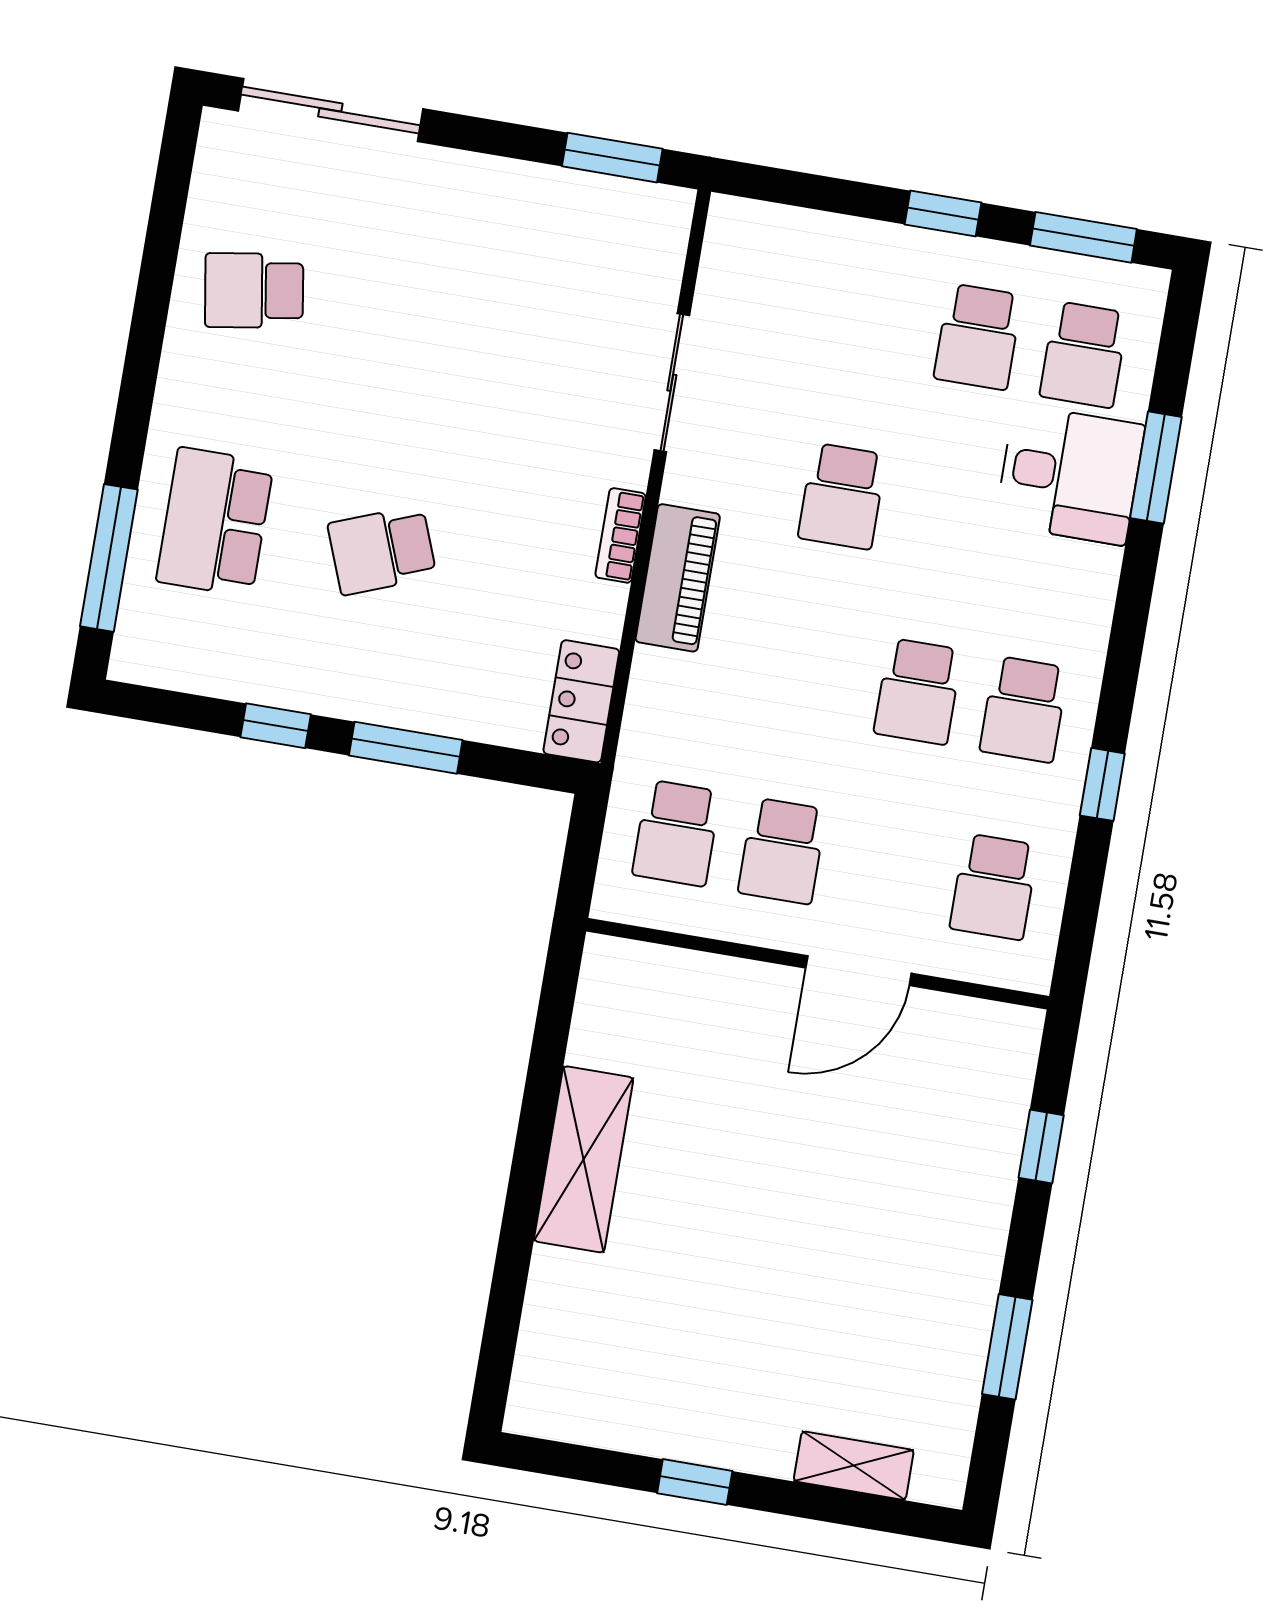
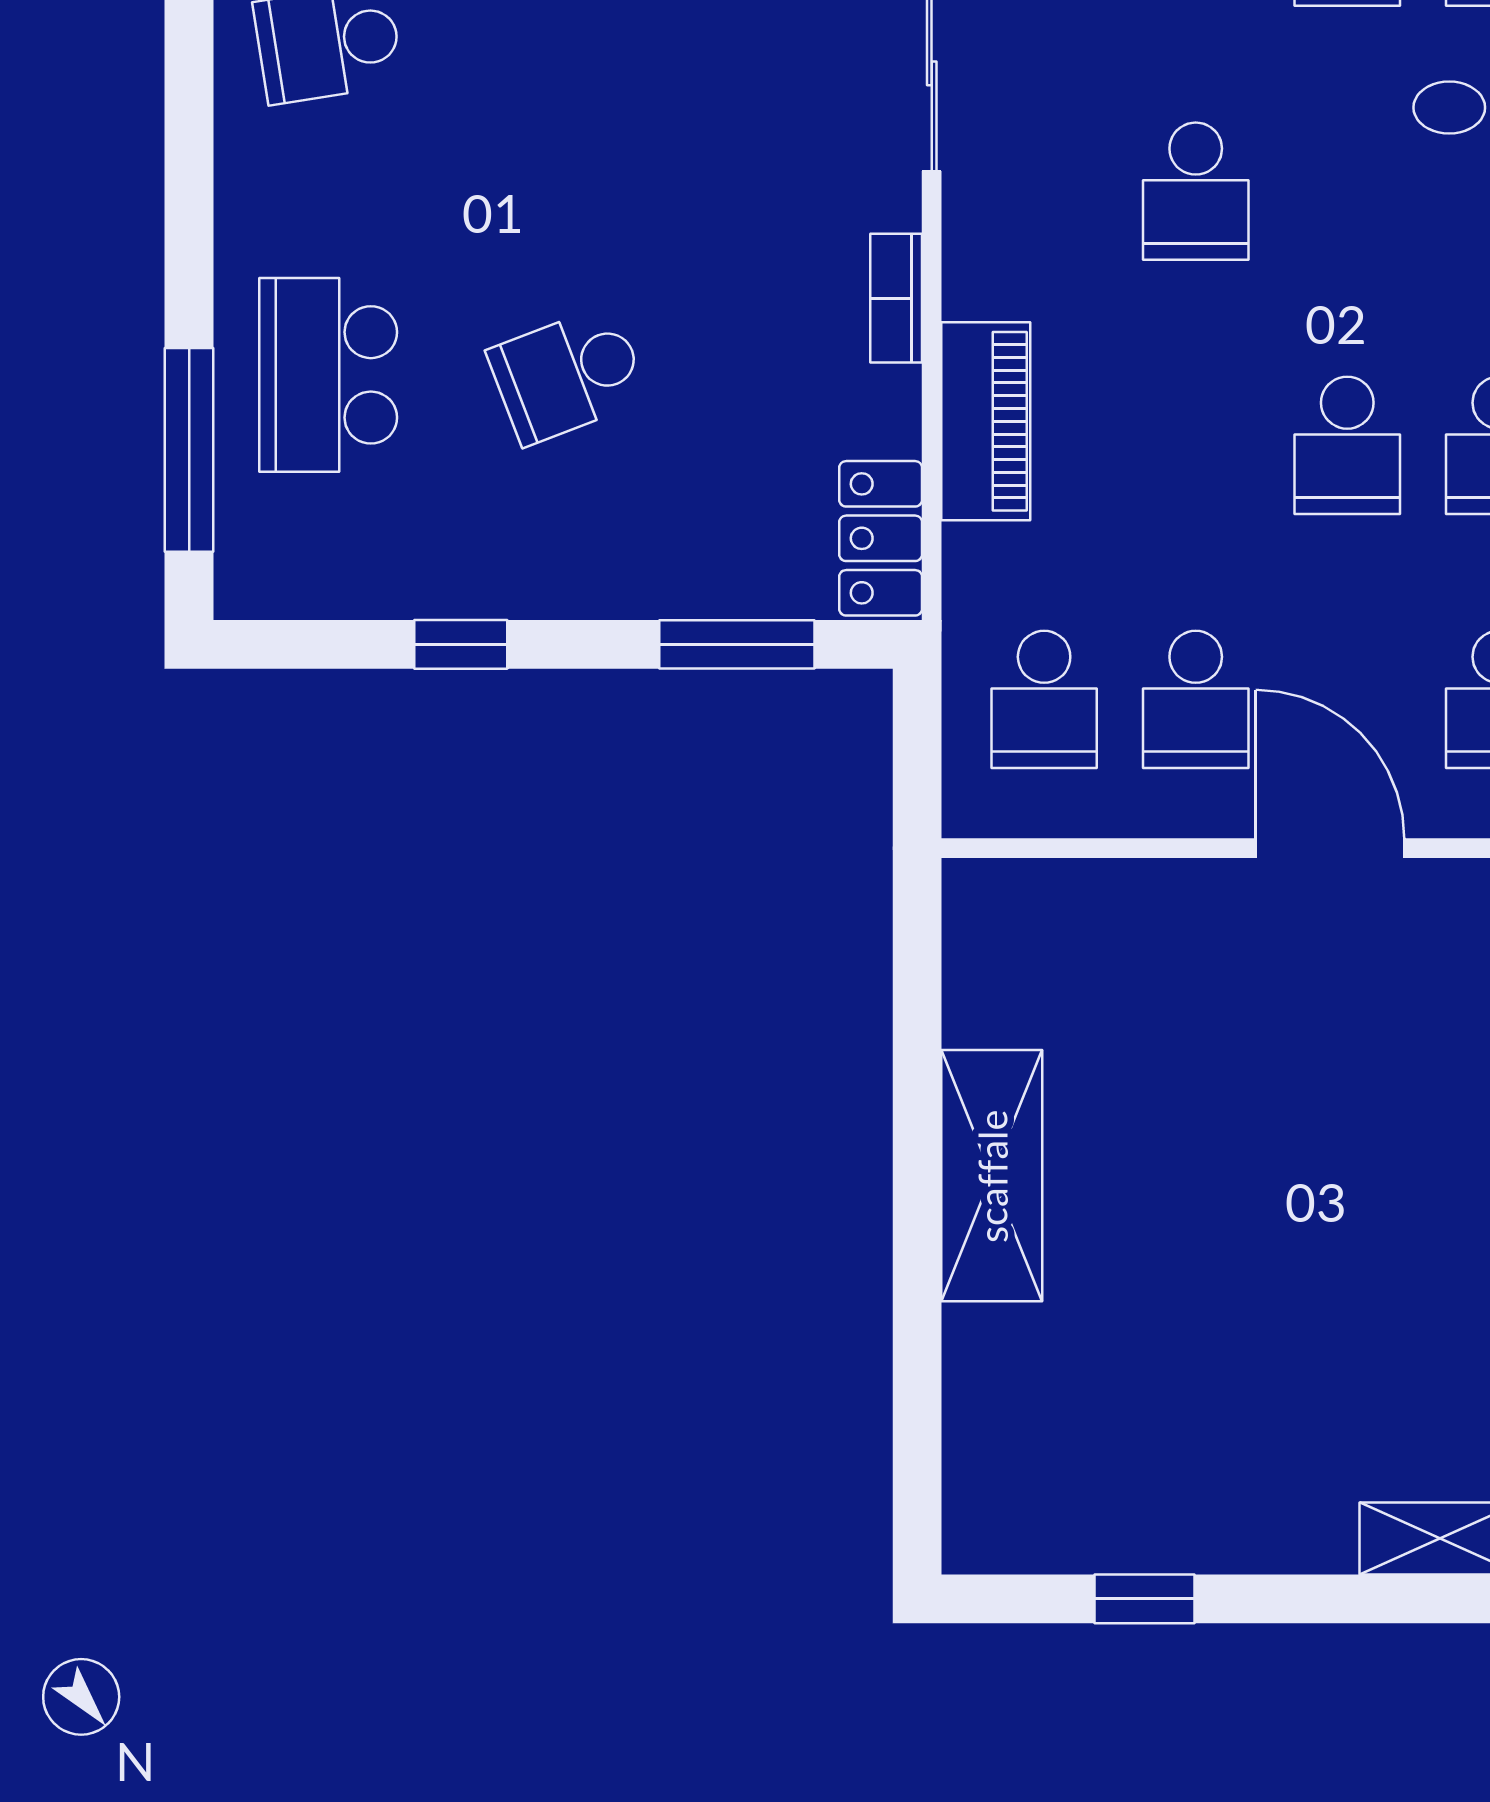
piano: (678, 578) -> (986, 421), moved
window: (406, 748) -> (737, 644), moved
door: (858, 971) -> (1330, 848), swing flipped
window: (695, 1482) -> (1145, 1599), moved

